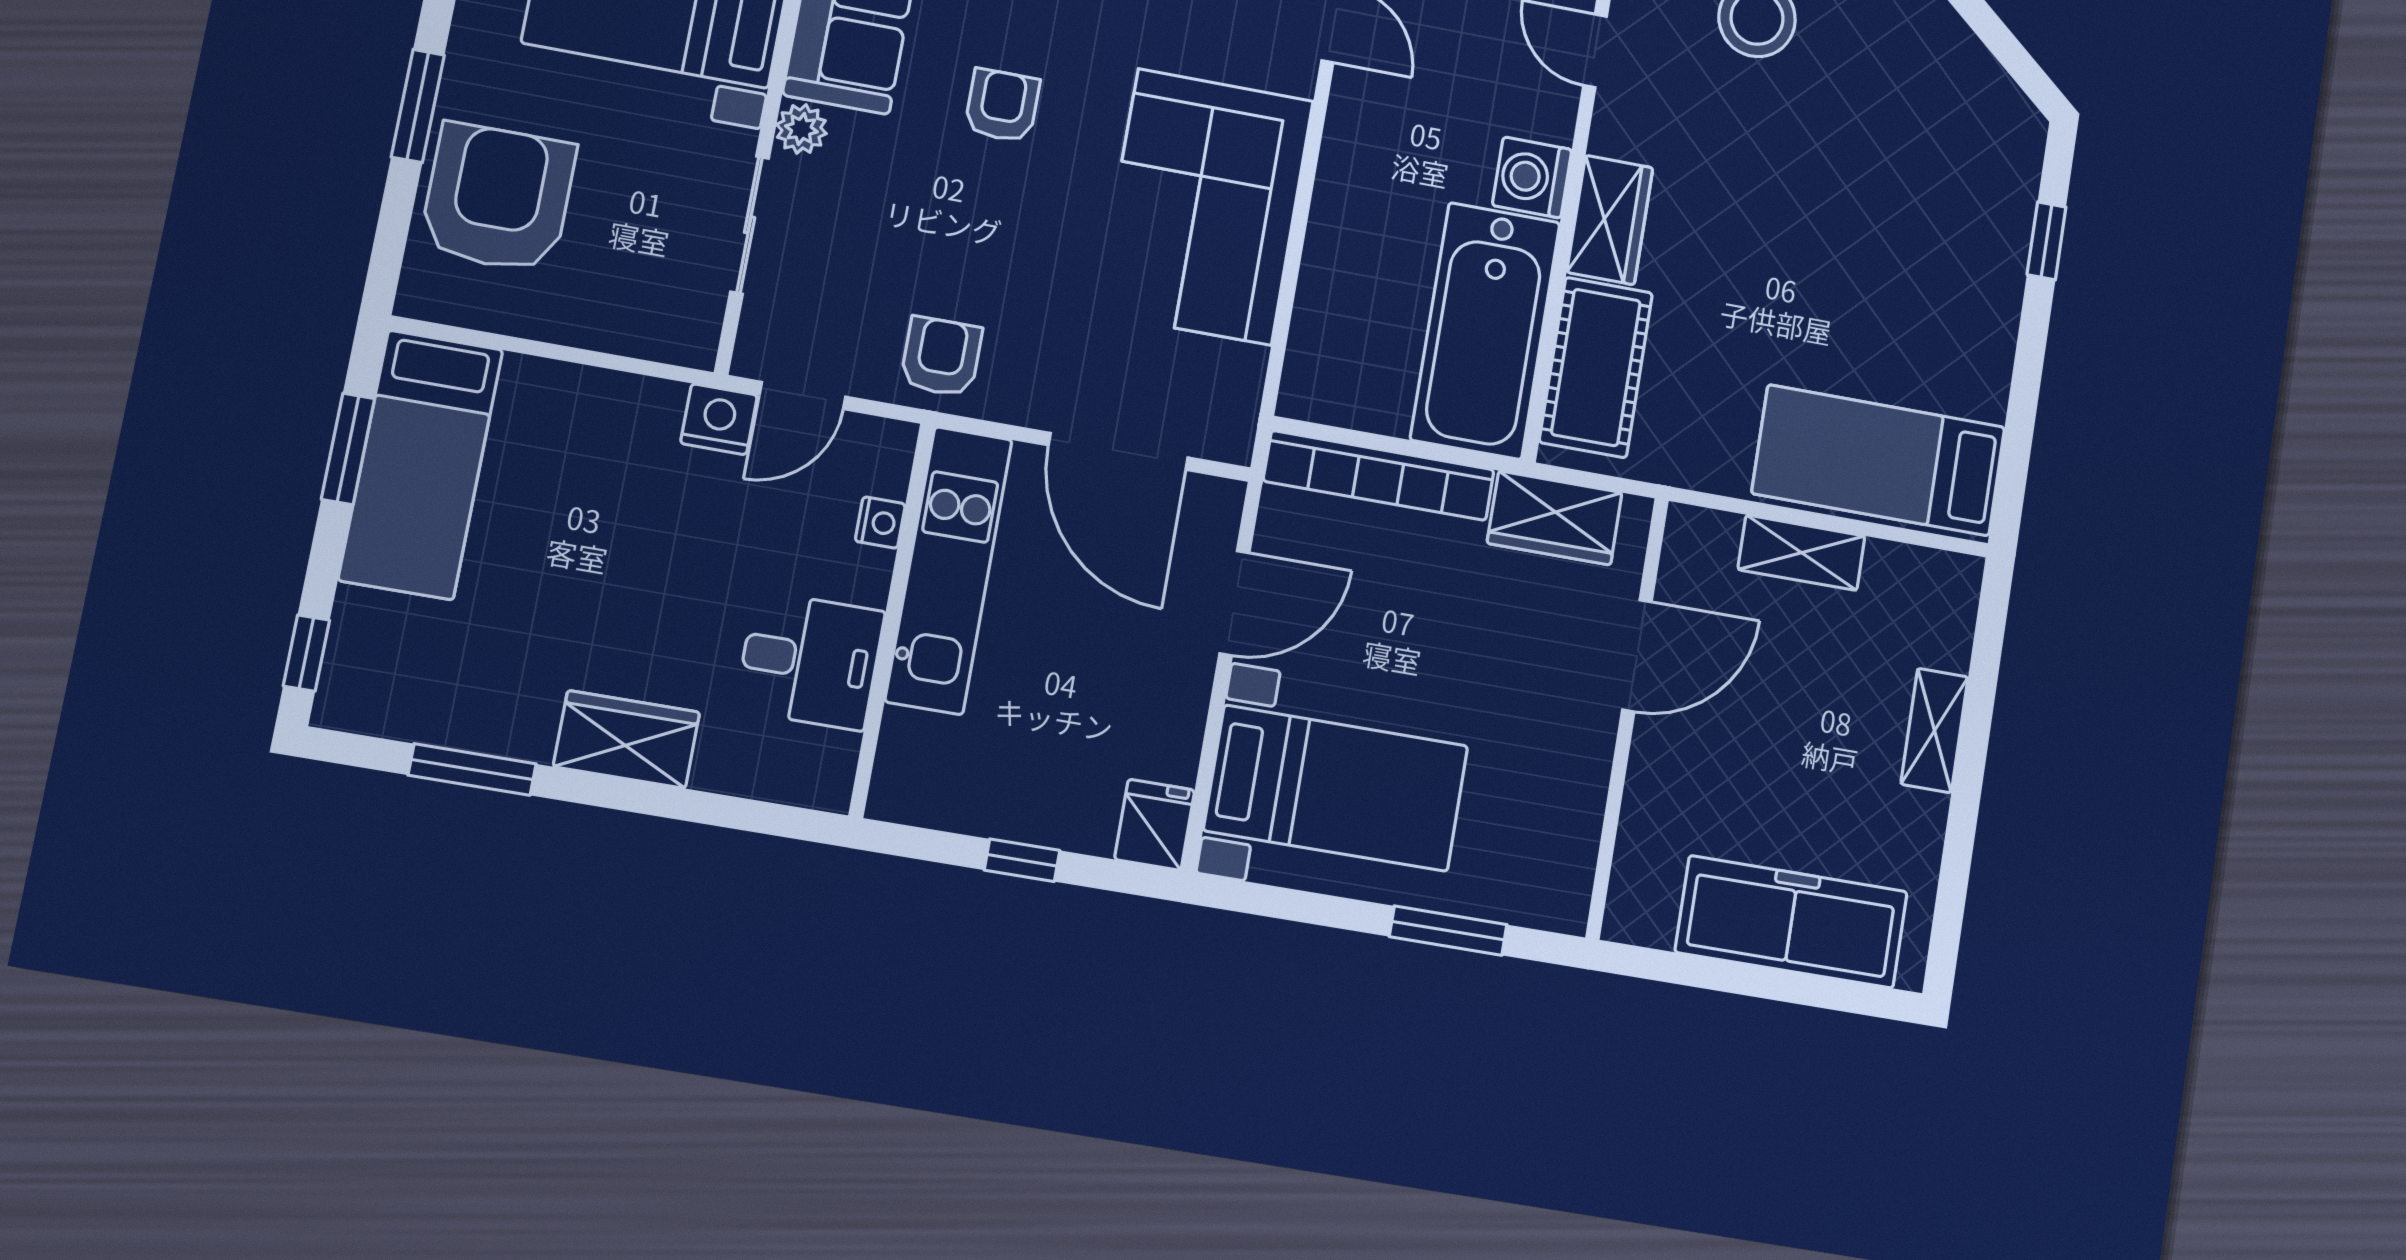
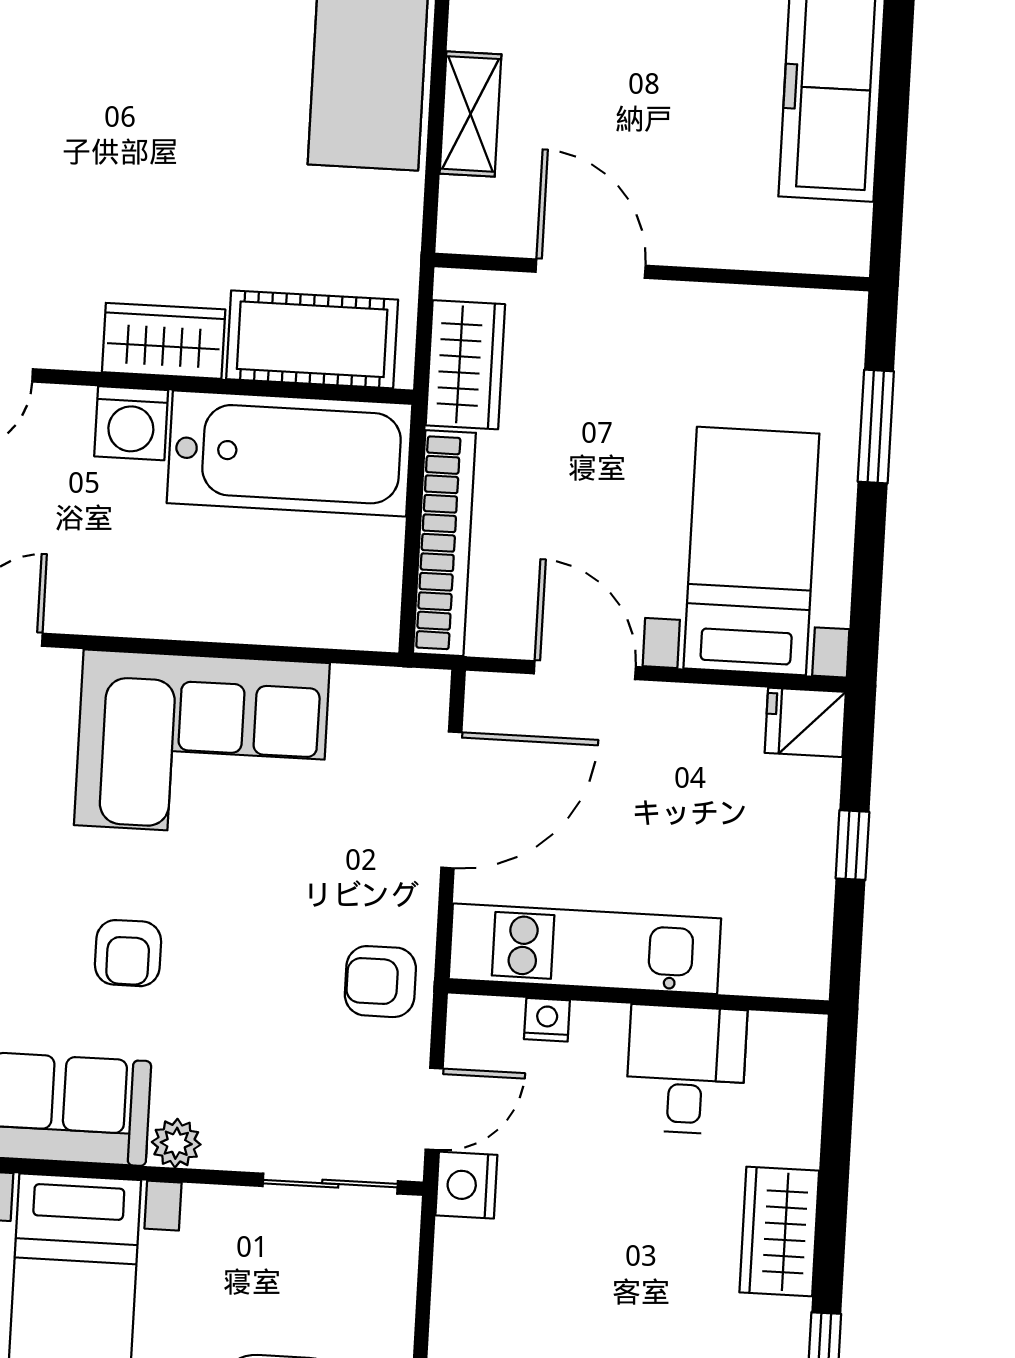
armchair: (1002, 106) -> (128, 953), turned -90
sliding door: (750, 225) -> (330, 1184), moved
door: (803, 396) -> (434, 1109), hinge flipped

